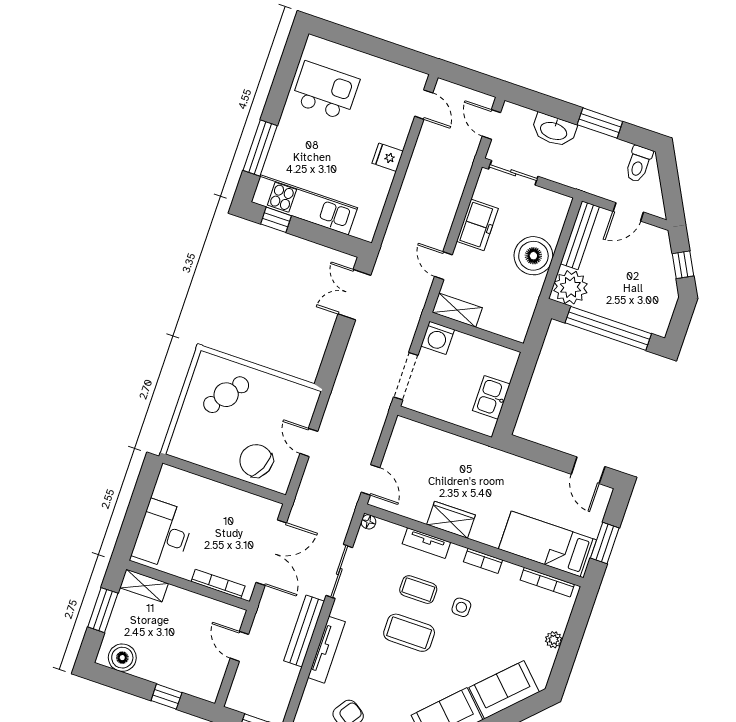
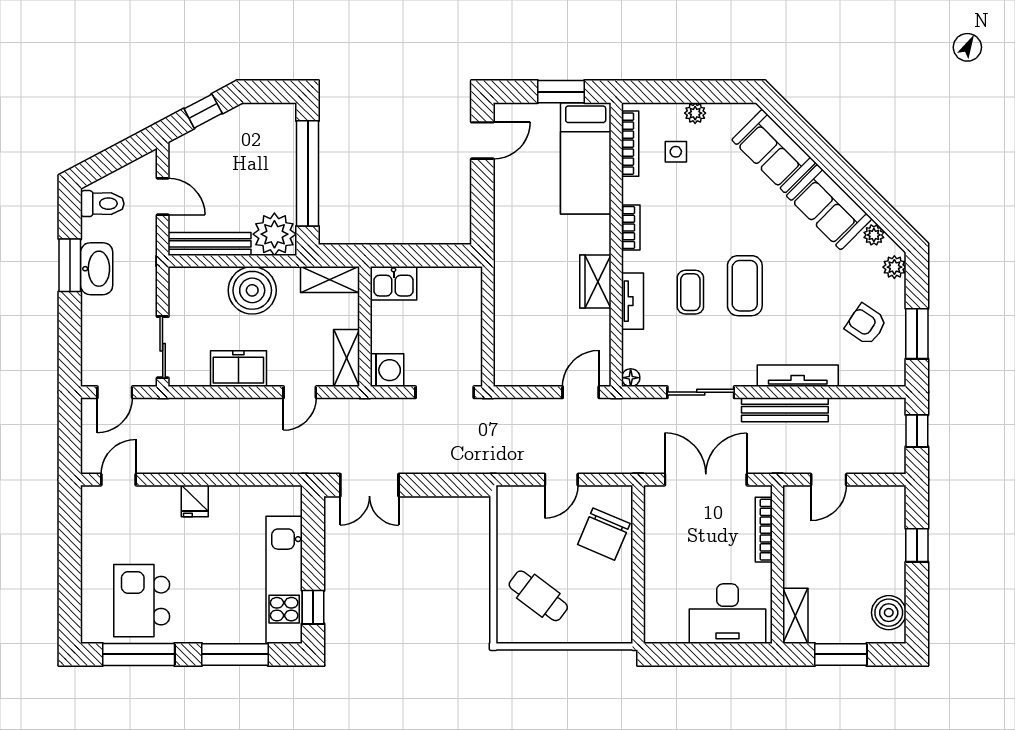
window: (285, 74) -> (139, 654), added
washbasin: (554, 130) -> (97, 269), moved
shelving: (522, 318) -> (330, 280), added
kitchen sink: (491, 397) -> (394, 283), moved
side table: (461, 607) -> (676, 152), moved

